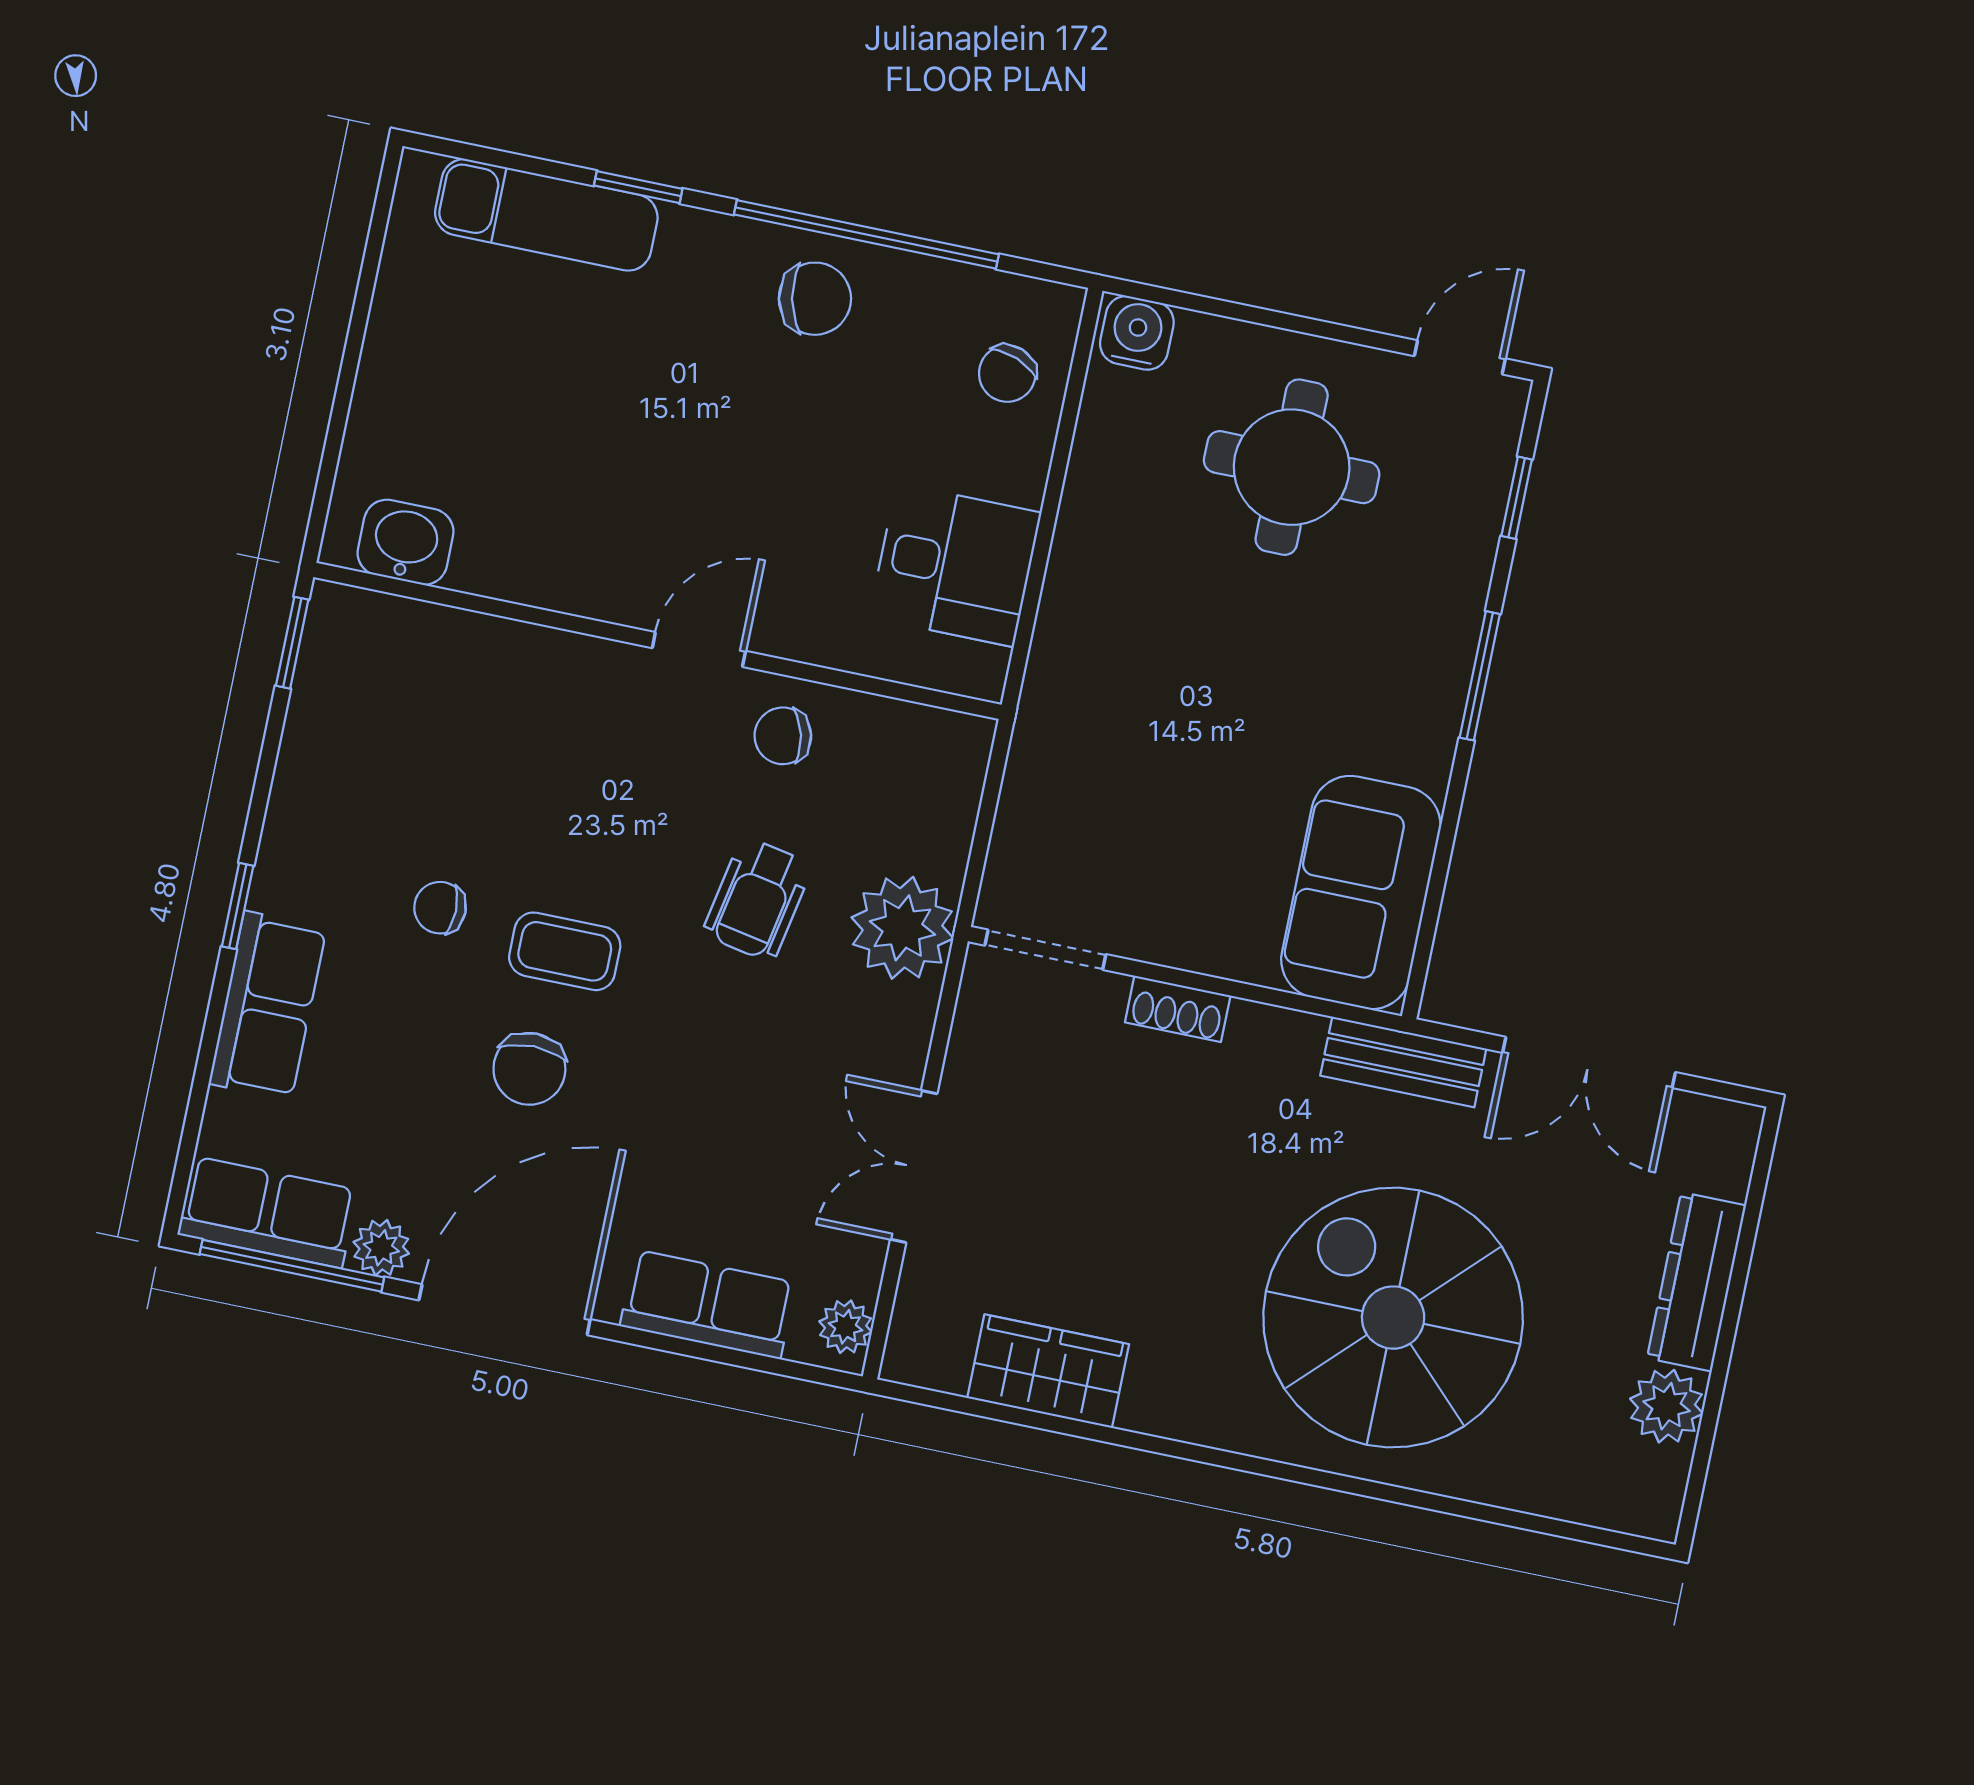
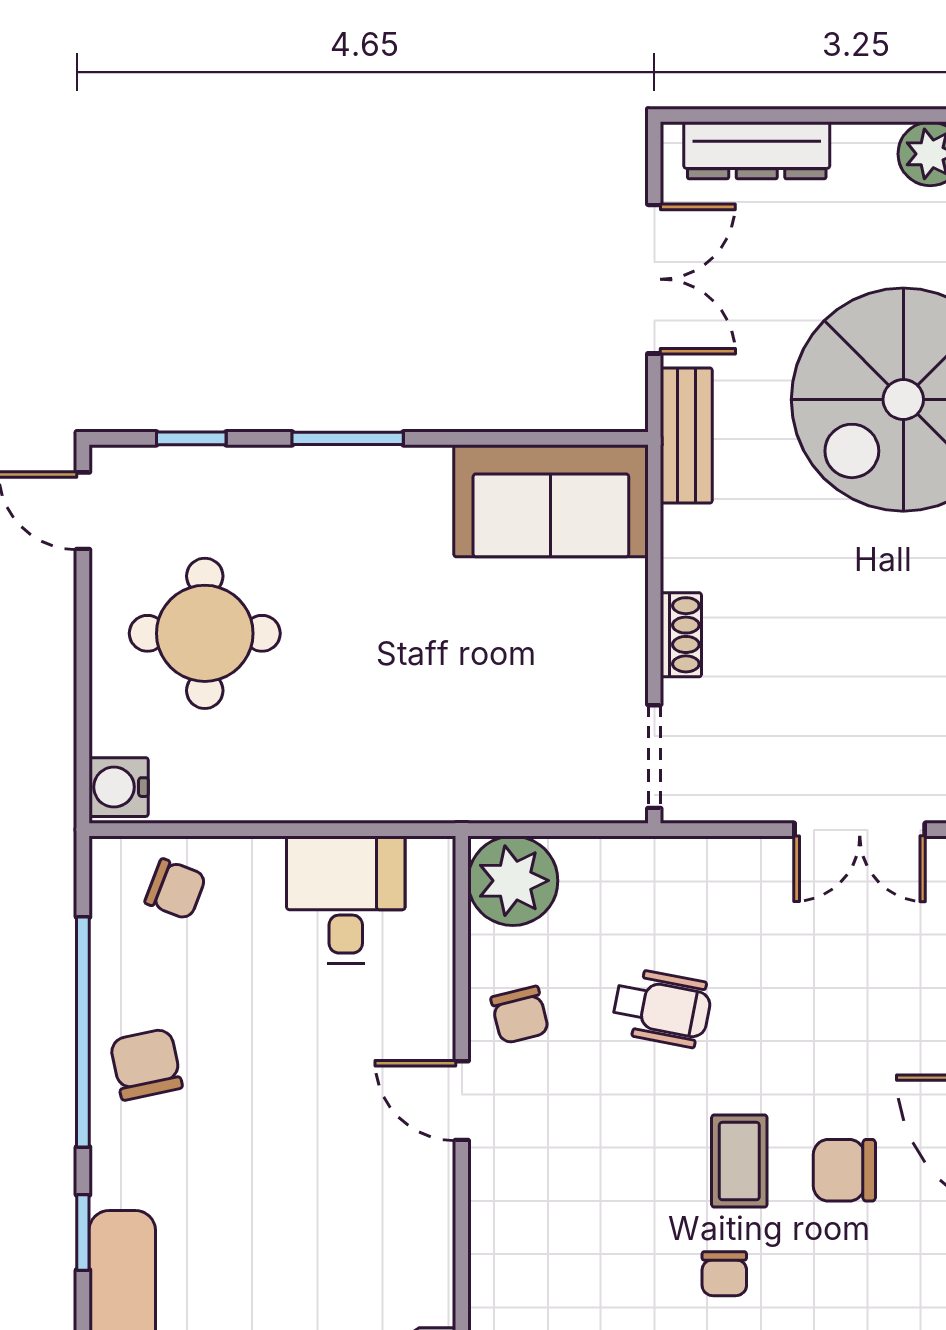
plant: (902, 928) -> (513, 881), moved
chair: (529, 1069) -> (844, 1170), turned 180
dresser: (1696, 1282) -> (757, 150), moved

